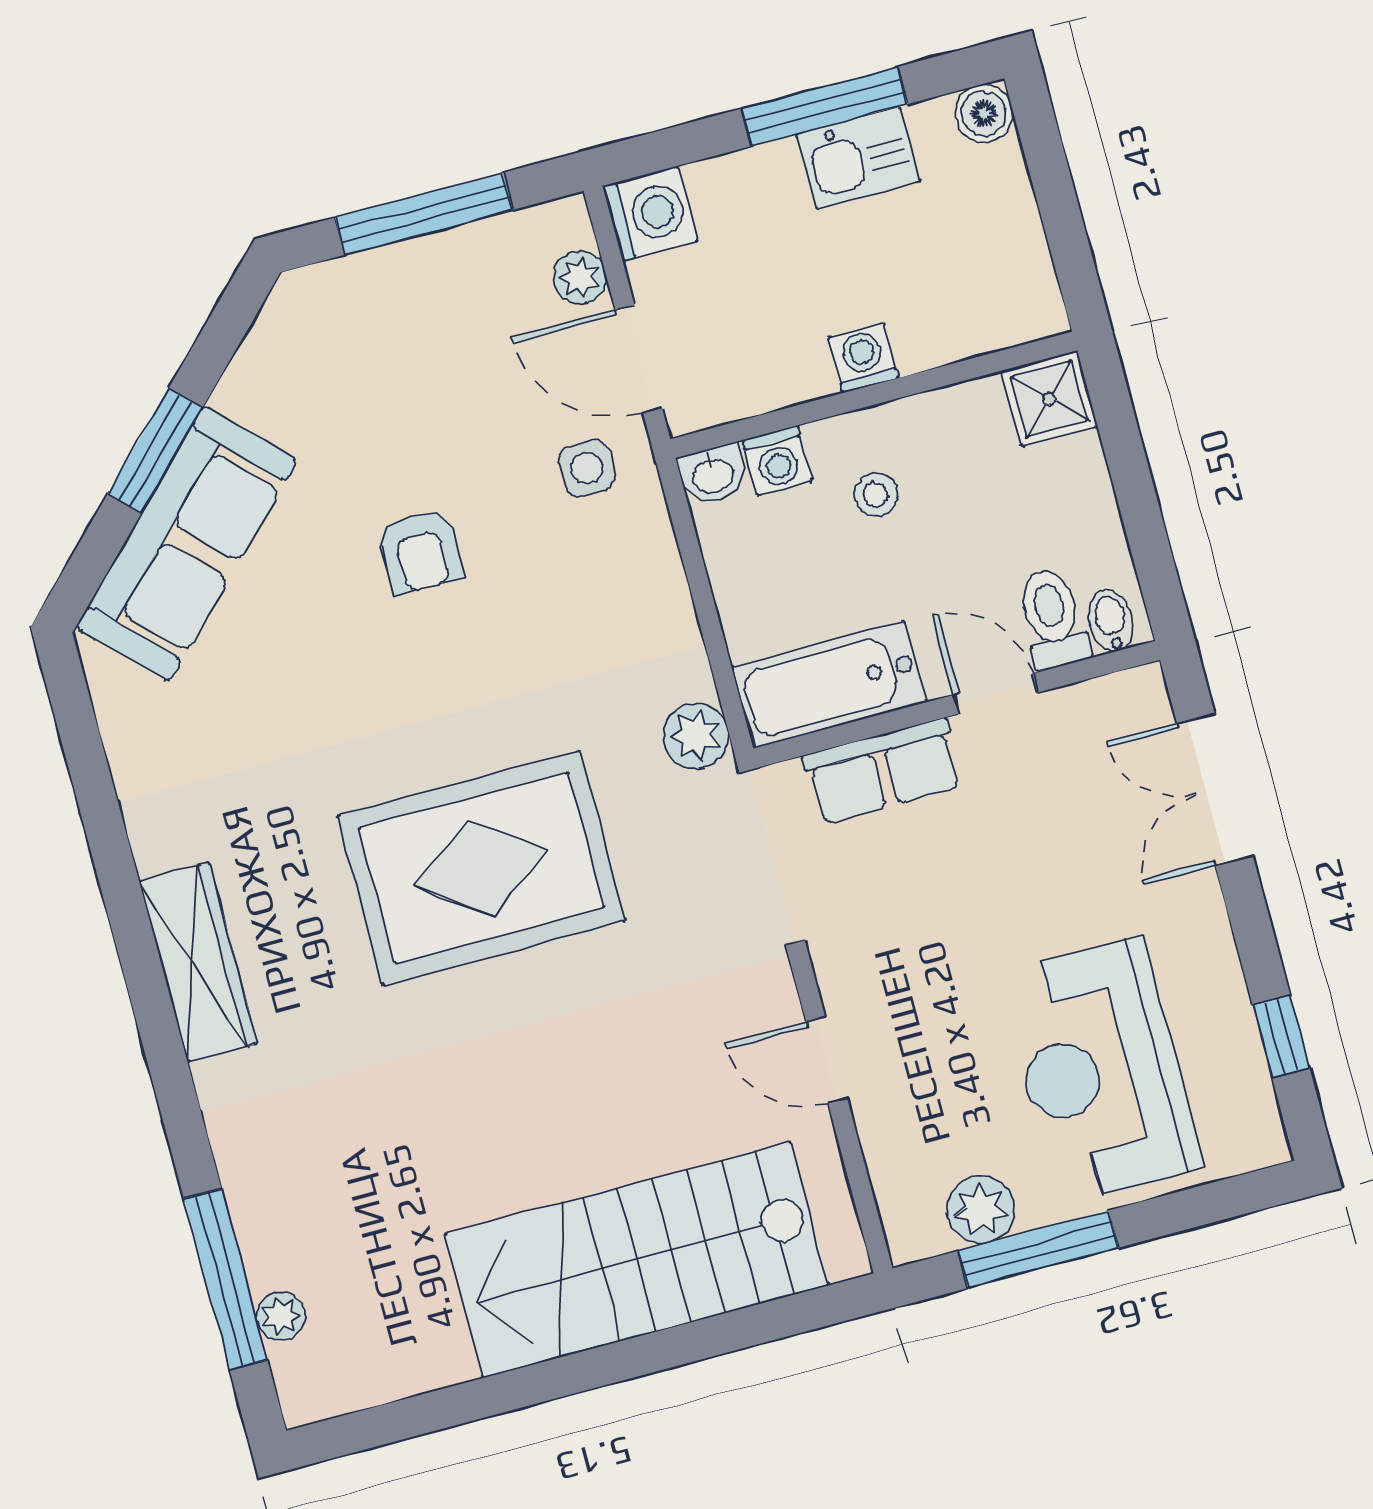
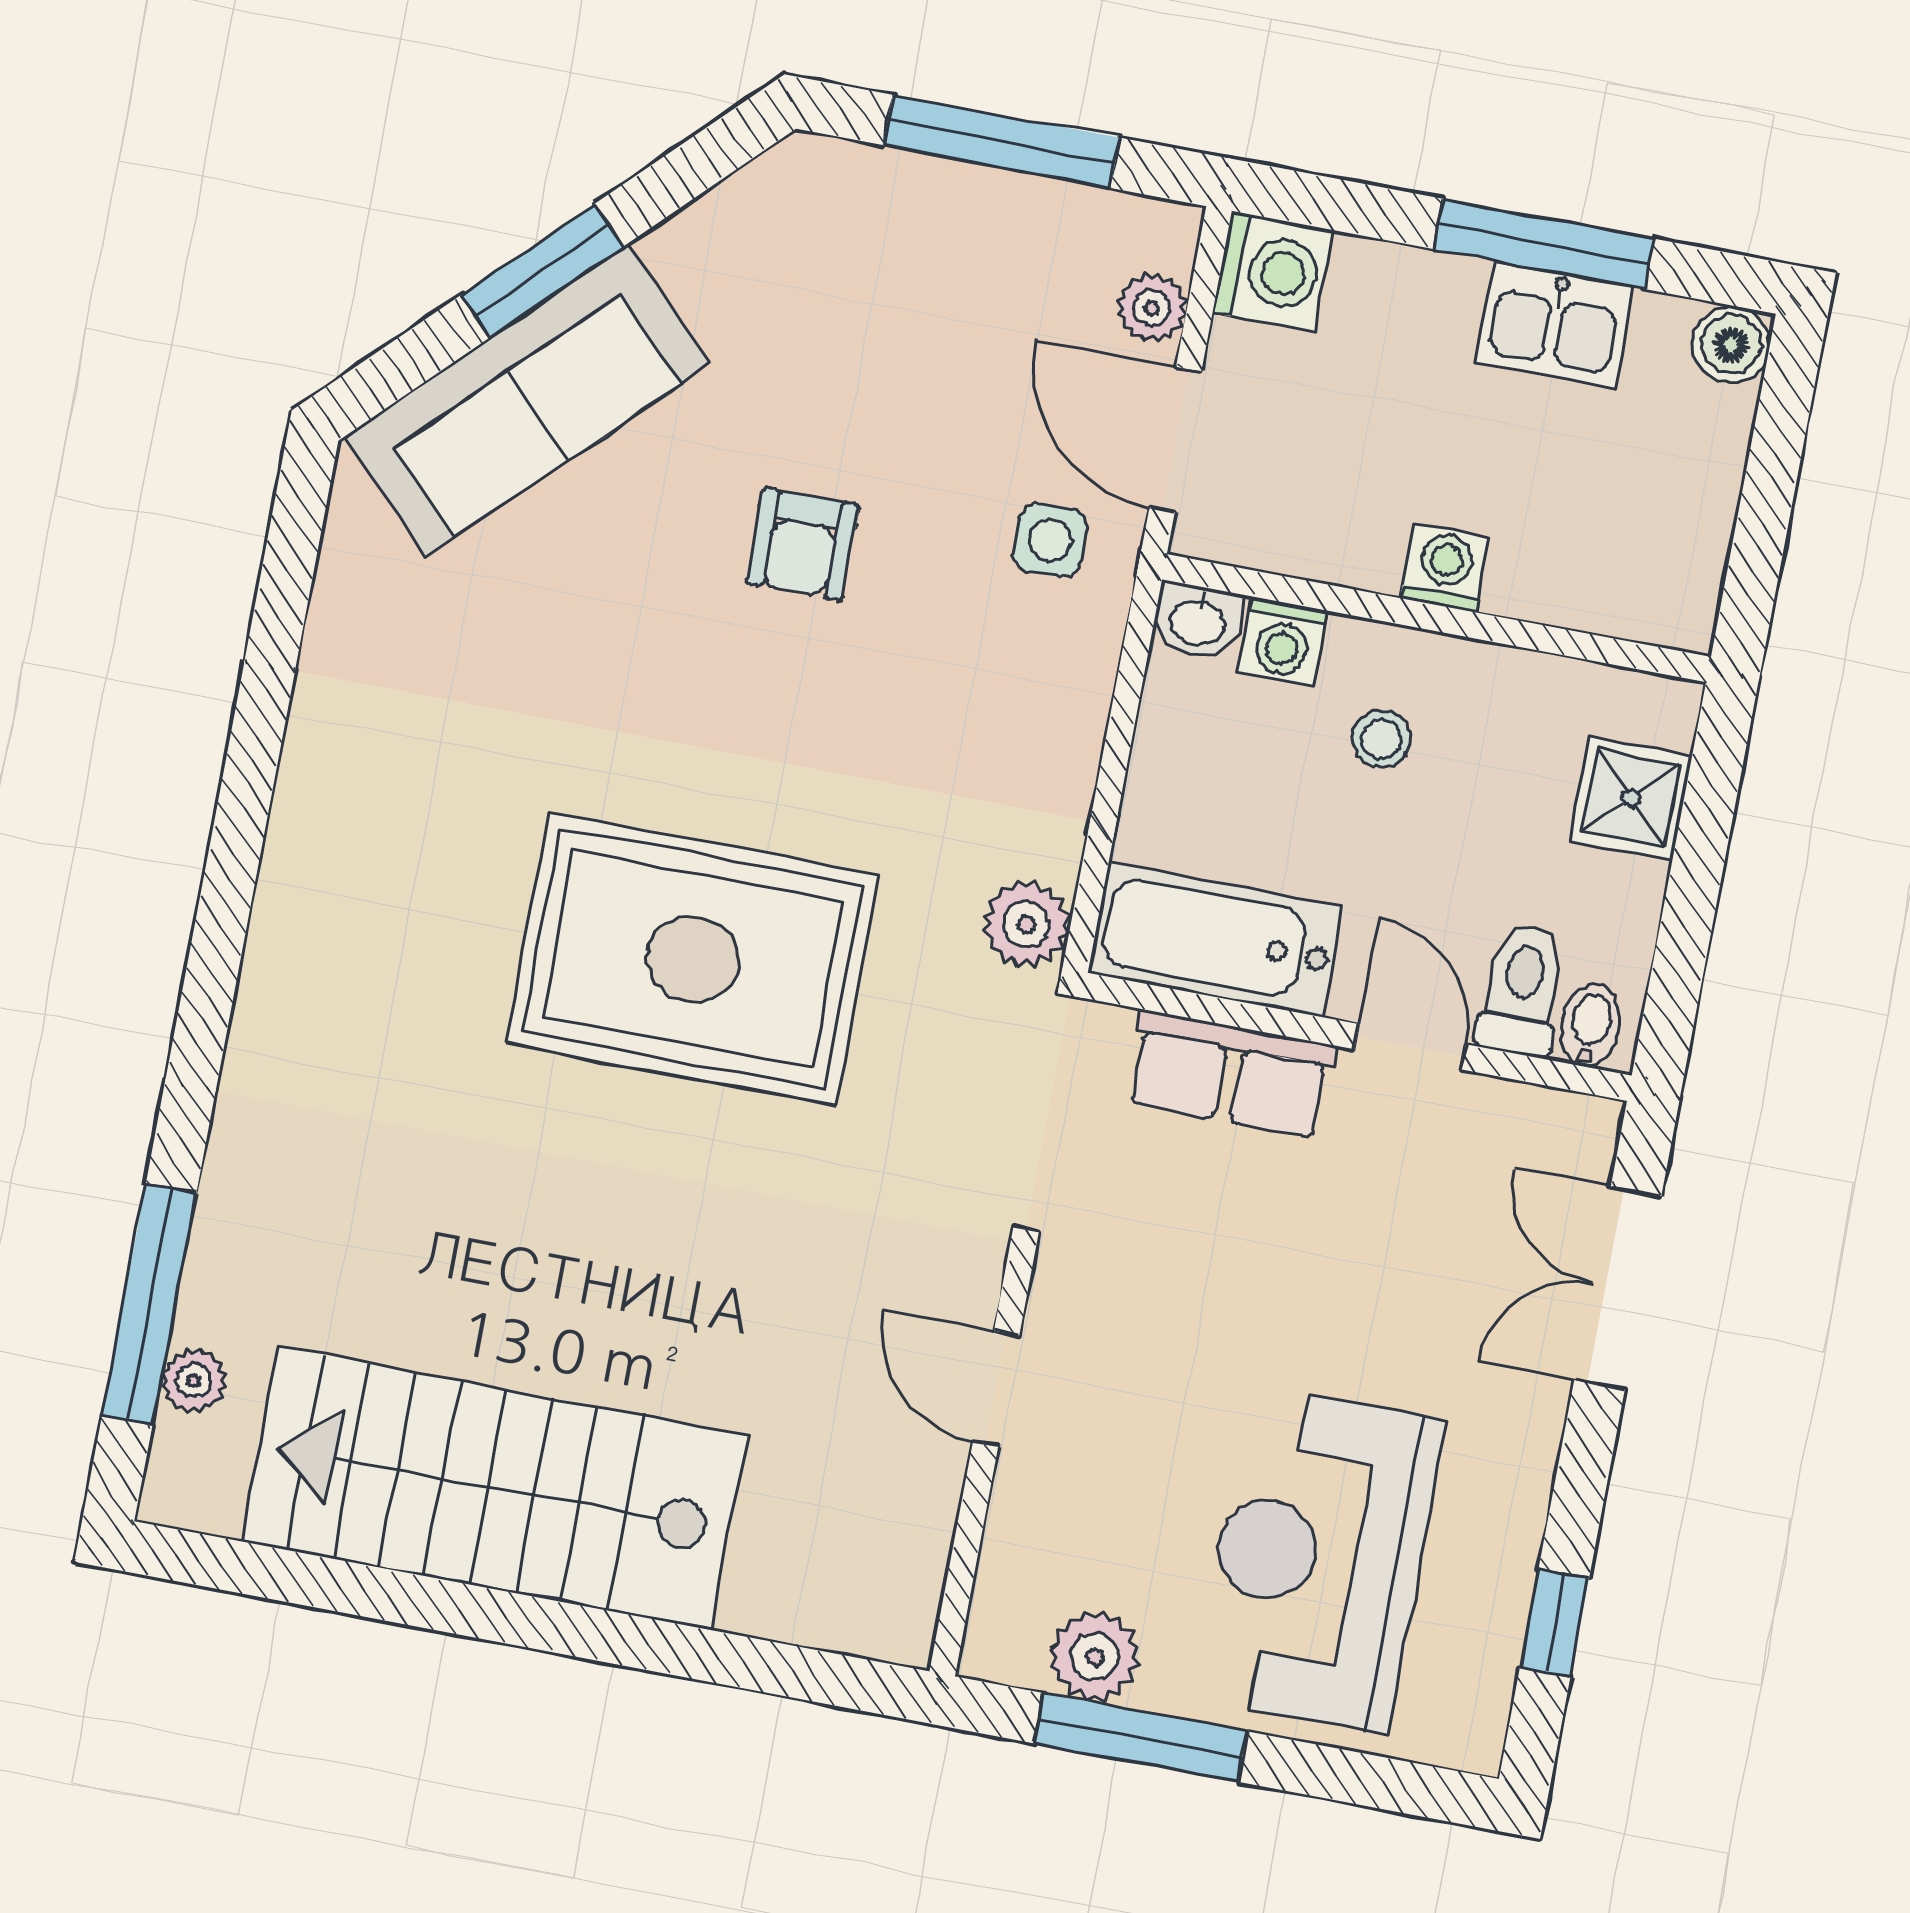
shower: (1049, 399) -> (1631, 798), moved
wardrobe: (198, 962) -> (299, 908), removed
stairs: (637, 1260) -> (494, 1488), moved

